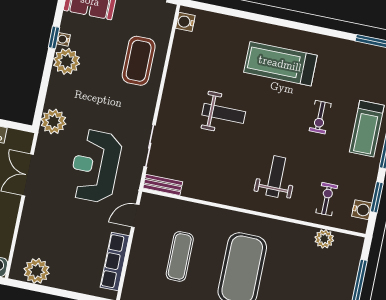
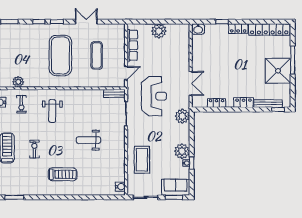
treadmill: (280, 64) -> (63, 174), width x0.73, depth x0.73
plant: (37, 271) -> (159, 31), moved

